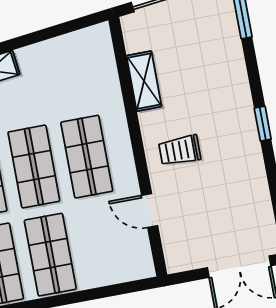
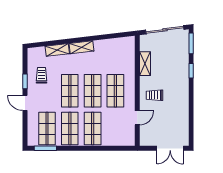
window: (263, 124) -> (191, 71), moved
door: (150, 211) -> (137, 118), swing flipped

